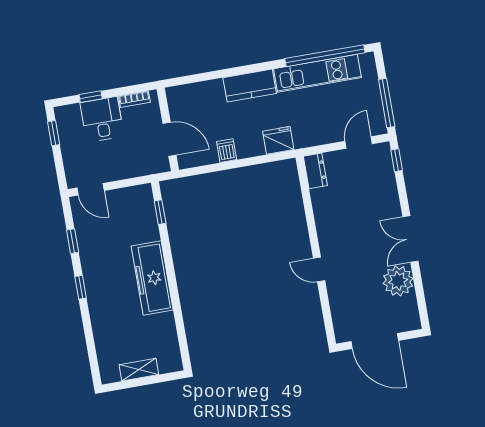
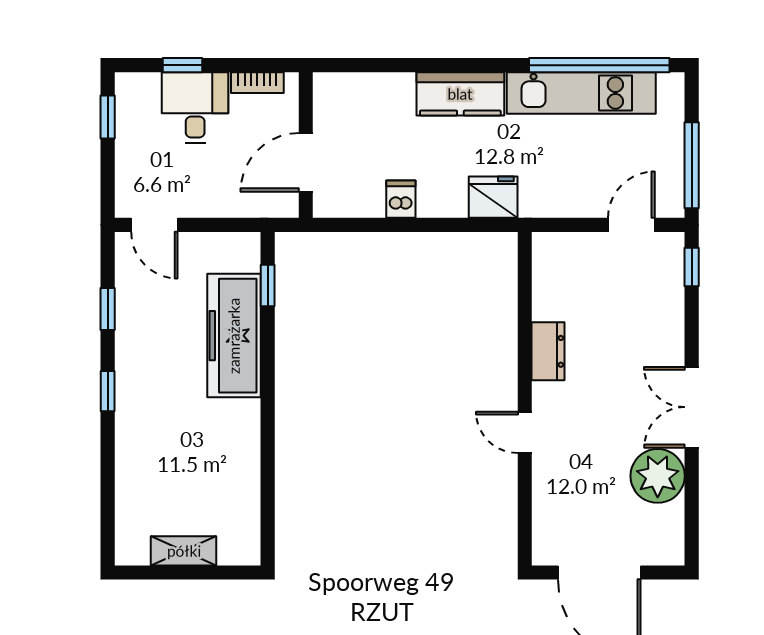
door: (170, 139) -> (306, 162), swing flipped
dresser: (315, 171) -> (548, 351), moved
freezer: (152, 278) -> (234, 336), moved

